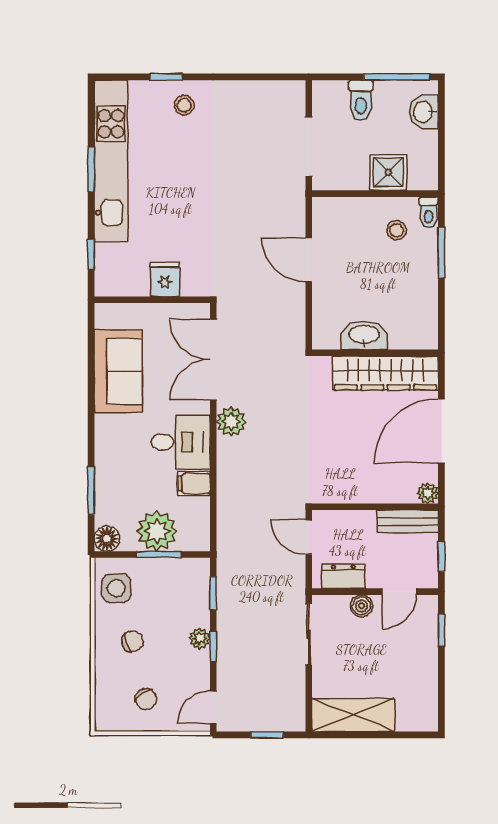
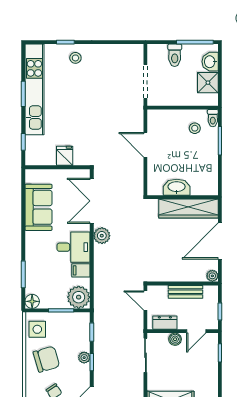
shower: (388, 172) -> (208, 83), moved
bench: (408, 521) -> (186, 292), moved
plant: (157, 531) -> (79, 297), moved
chair: (132, 641) -> (46, 359), width x1.87, depth x1.87

